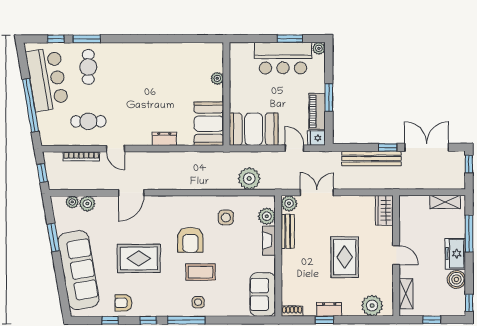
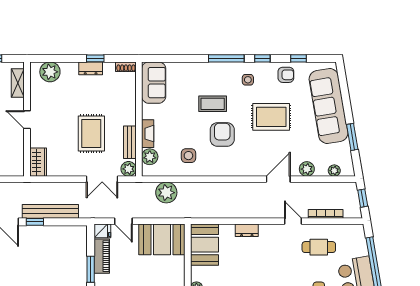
plant: (87, 204) -> (307, 169), moved
rug: (345, 257) -> (91, 133), moved
side table: (198, 302) -> (248, 80), moved

